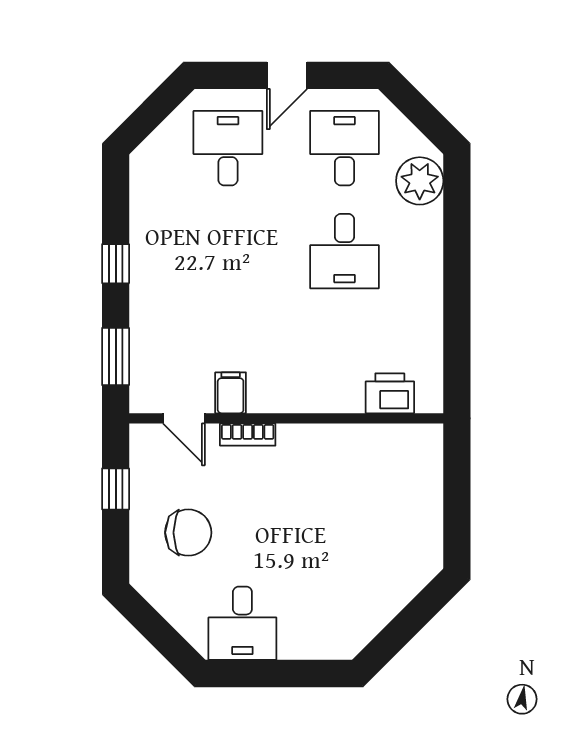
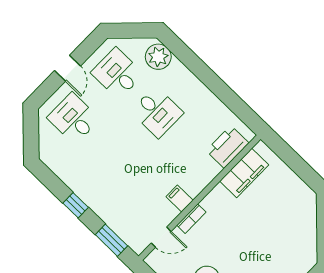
filing cabinet: (231, 393) -> (180, 198), moved
printer: (390, 393) -> (228, 147), width x1.37, depth x1.19
filing cabinet: (377, 446) -> (244, 173), added

